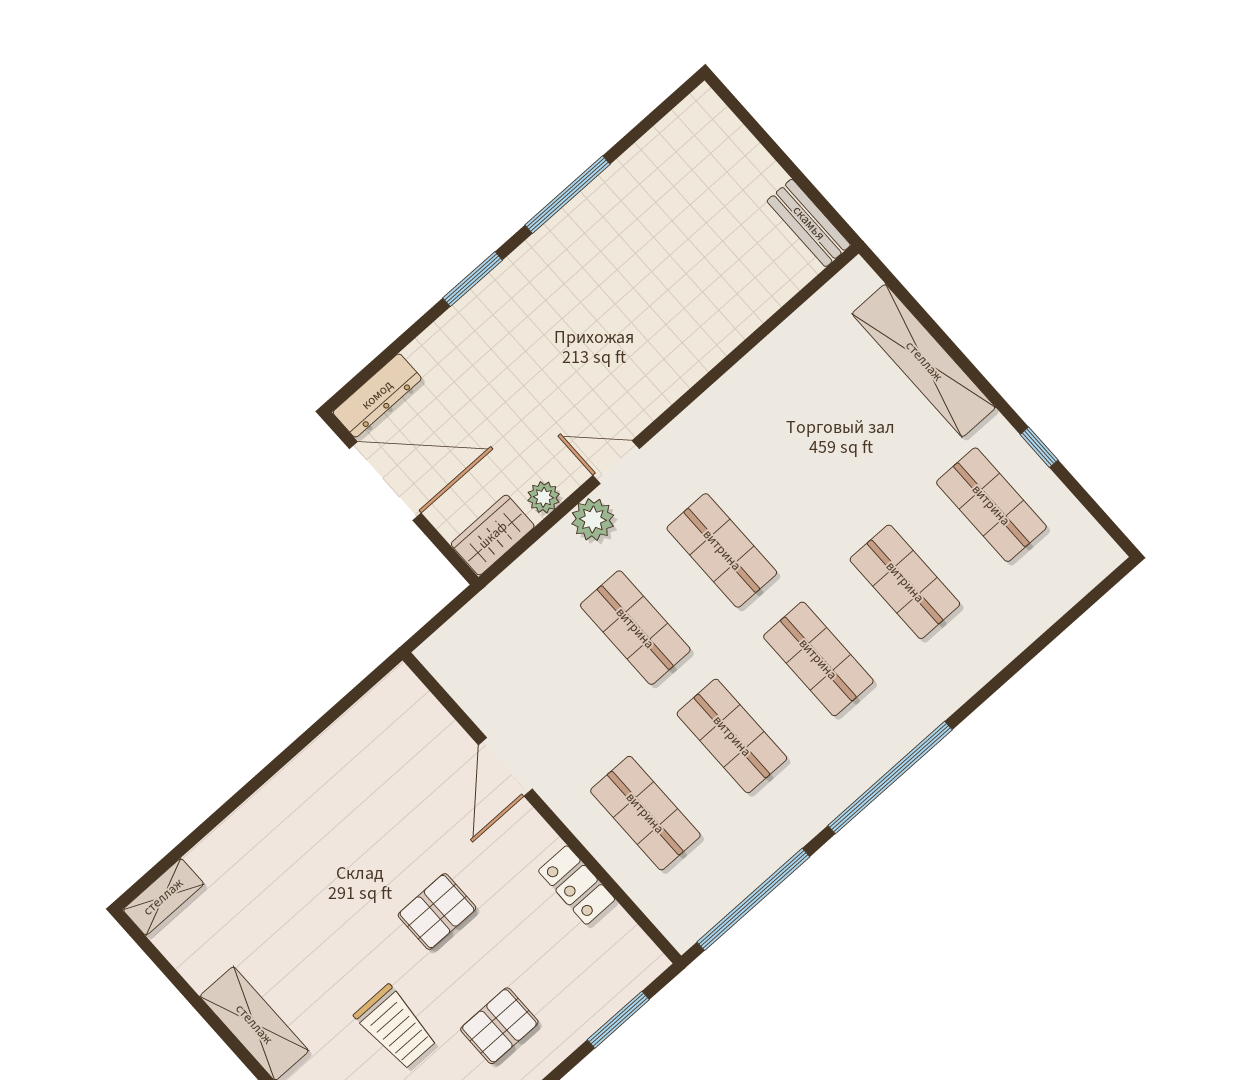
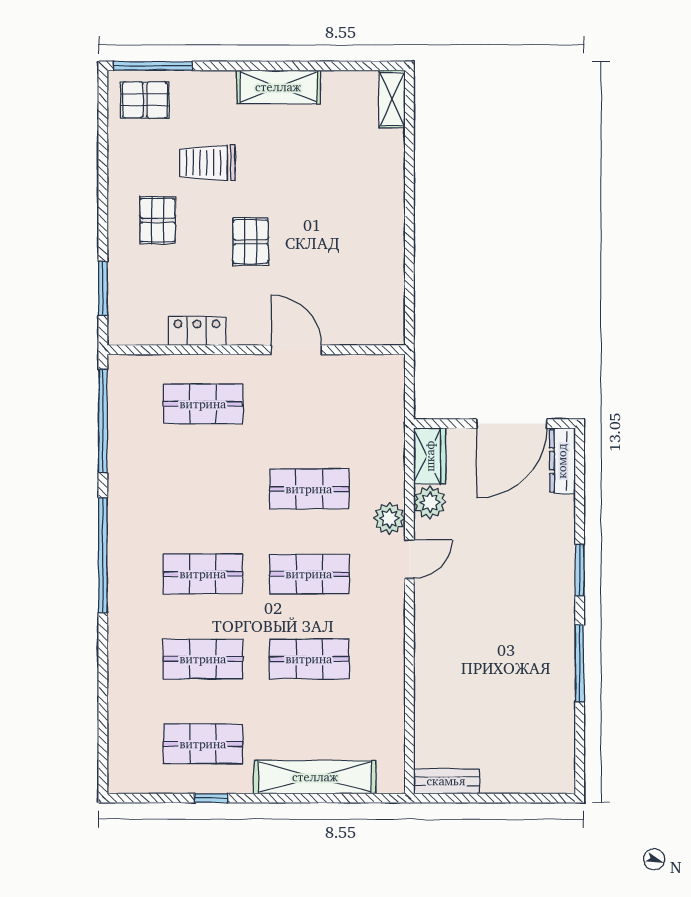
plant: (544, 497) -> (430, 502), width x1.38, depth x1.38
shop shelf: (732, 736) -> (309, 659), moved

